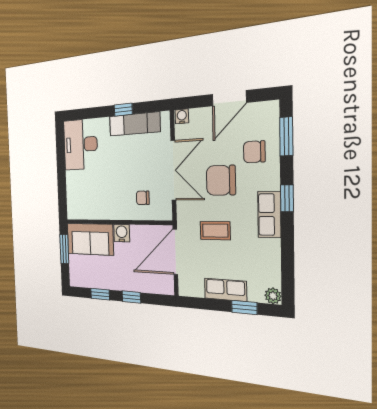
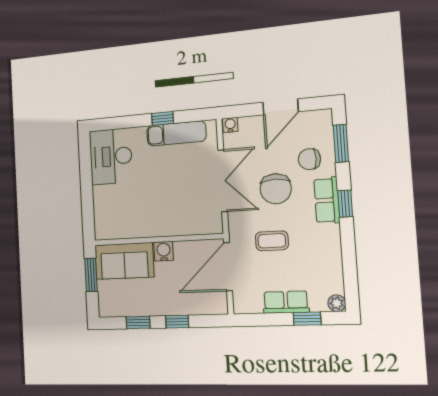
chair: (221, 180) -> (276, 189), turned -90
chair: (143, 198) -> (188, 211), removed
row of seats: (269, 215) -> (327, 200), moved

